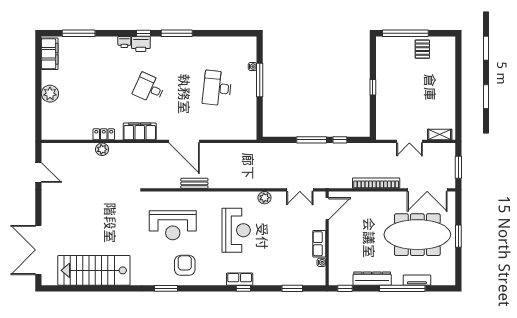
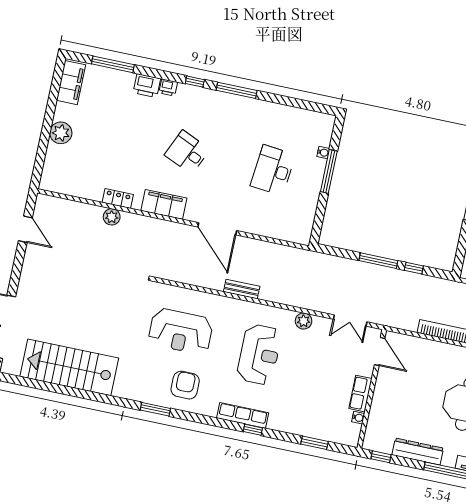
printer: (141, 44) -> (147, 86), moved
bench: (194, 183) -> (242, 289), moved
door: (327, 209) -> (380, 352), hinge flipped
row of seats: (240, 279) -> (243, 415), width x1.48

